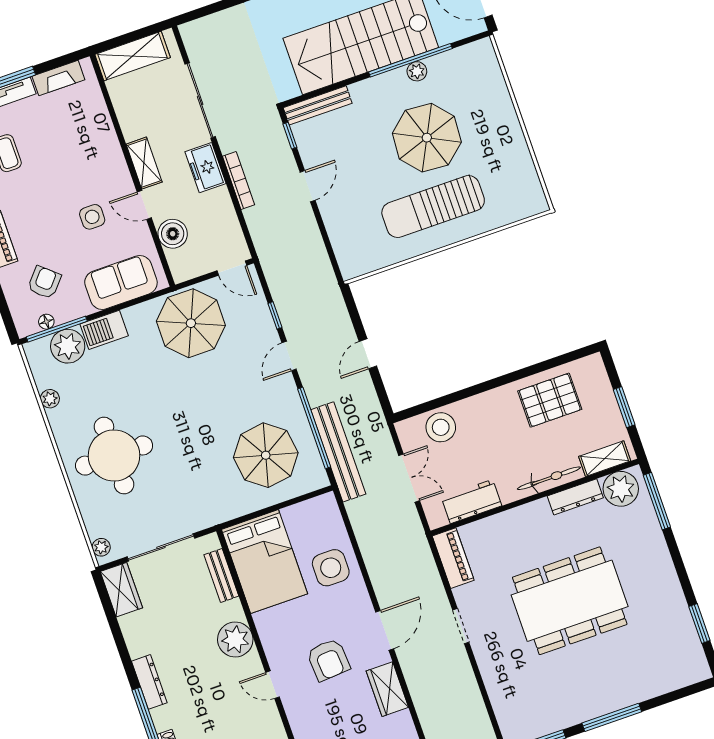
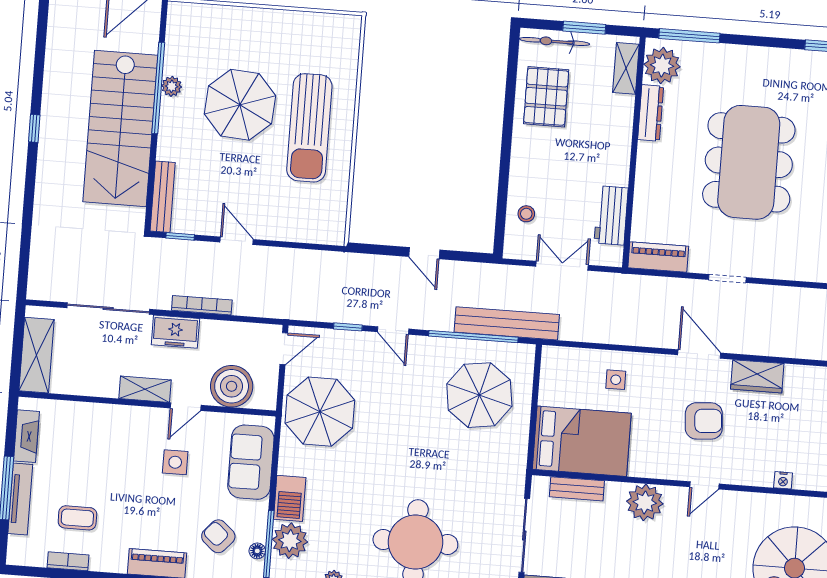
boiler: (173, 234) -> (232, 386), width x1.37, depth x1.37
stool: (441, 427) -> (526, 214), width x0.53, depth x0.53
bicycle: (549, 478) -> (554, 41), moved, turned -90
side table: (331, 568) -> (616, 380), width x0.54, depth x0.54

